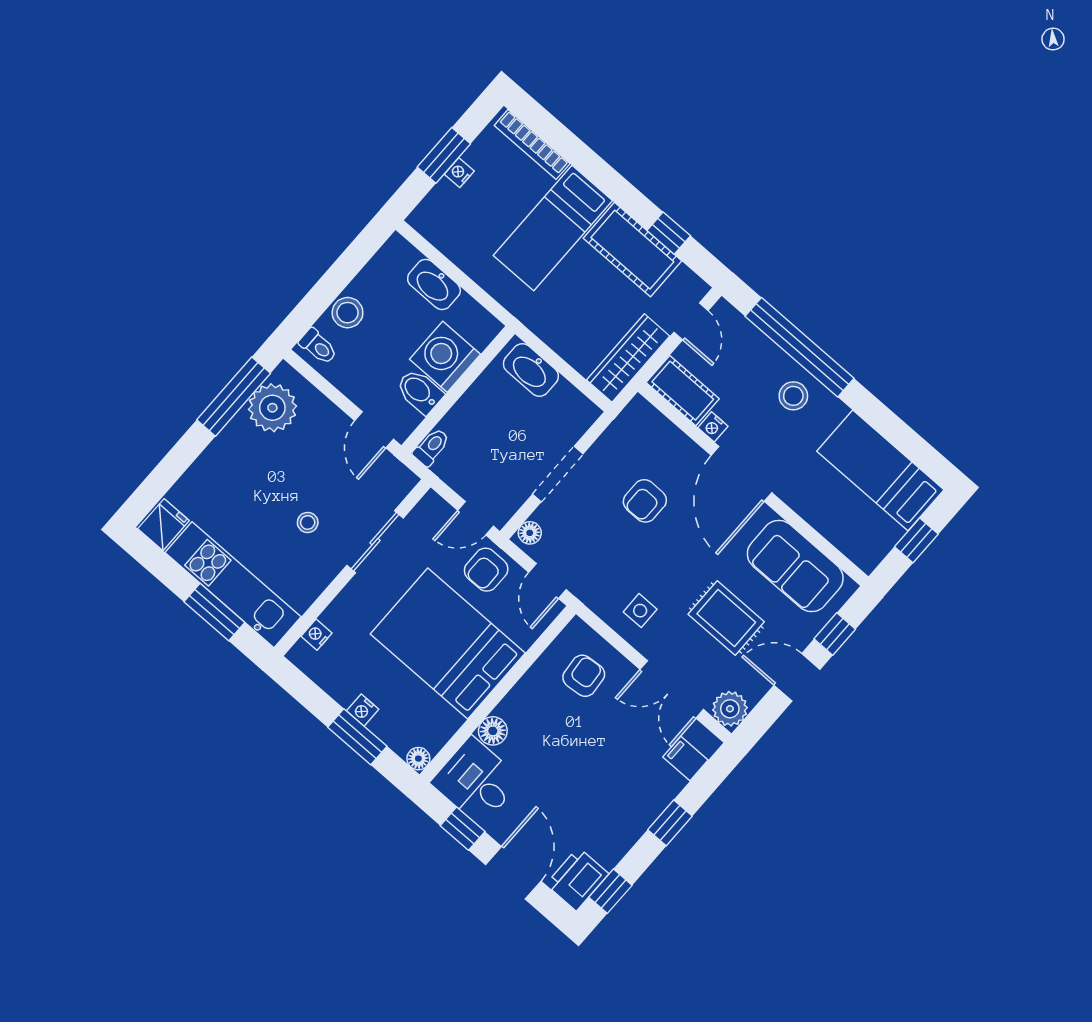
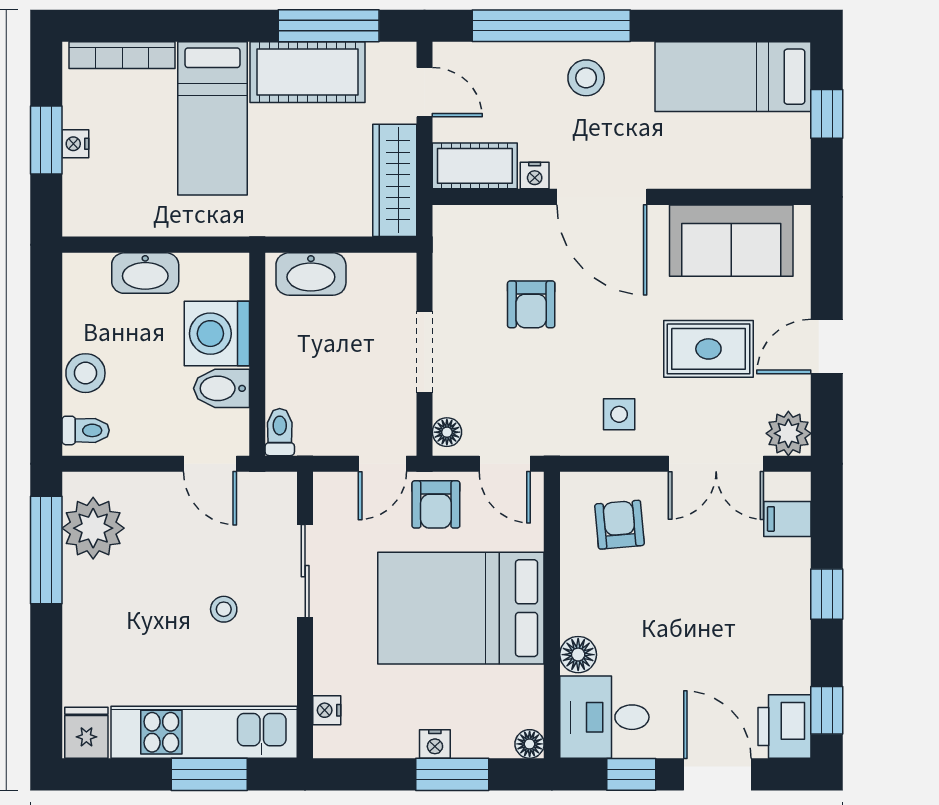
window: (669, 233) -> (329, 26), width x2.17
window: (835, 634) -> (827, 273), removed

